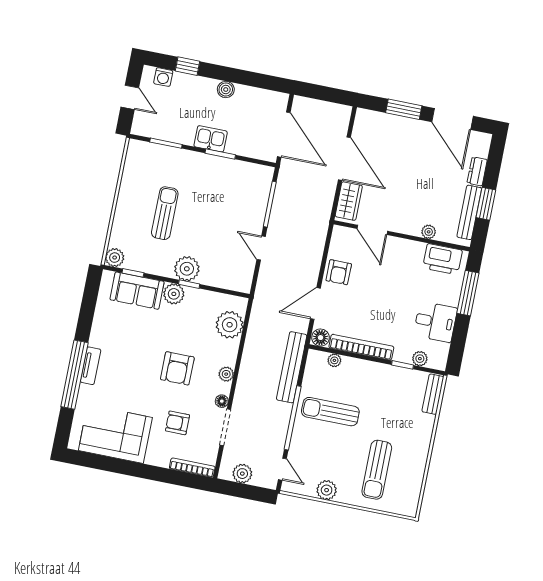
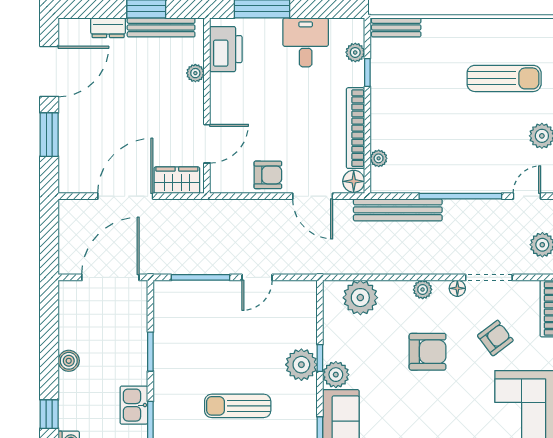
kitchen sink: (211, 139) -> (134, 405), moved
sun lounger: (330, 412) -> (443, 151), removed
armchair: (177, 423) -> (495, 338), turned -127

